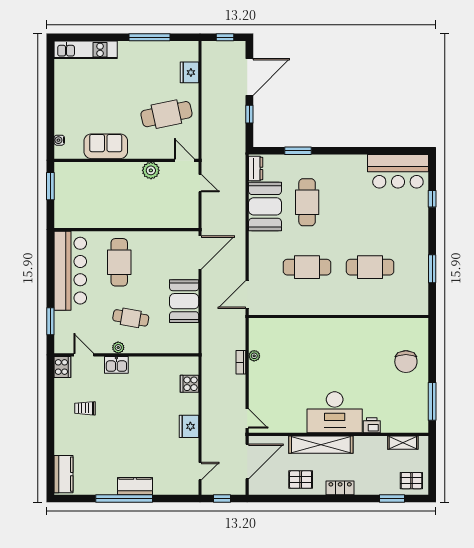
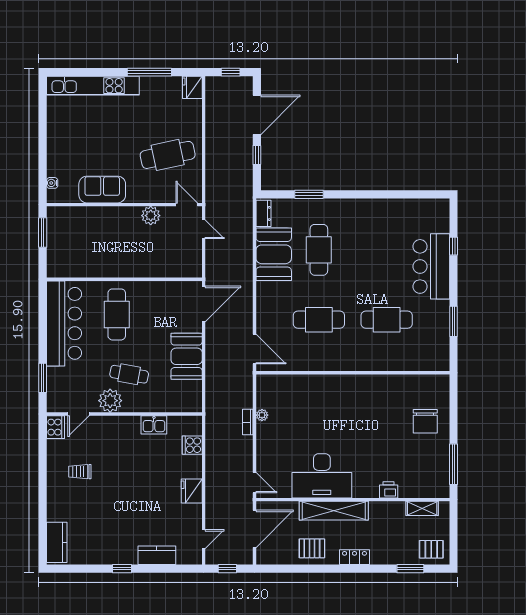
kitchen unit: (86, 50) -> (93, 86), width x1.36
fridge: (189, 72) -> (192, 87), moved
bar counter: (398, 171) -> (431, 266), moved, turned 90
door: (247, 295) -> (254, 349), swing flipped
plant: (118, 348) -> (110, 401), width x1.88, depth x1.88
door: (84, 355) -> (78, 414), swing flipped
kitchen sink: (116, 365) -> (154, 425), moved
desk: (335, 412) -> (322, 476), moved
kitchen counter: (135, 486) -> (157, 555), moved
window: (124, 498) -> (122, 569), width x0.32

